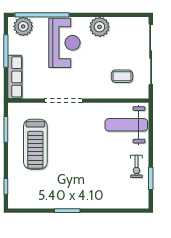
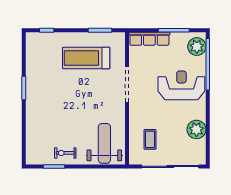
plant: (100, 27) -> (196, 129), moved
reception desk: (65, 43) -> (181, 85), turned 180

